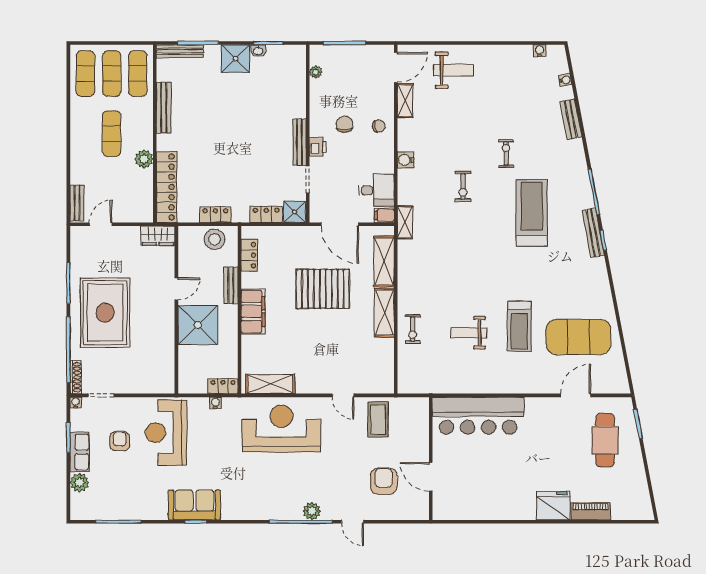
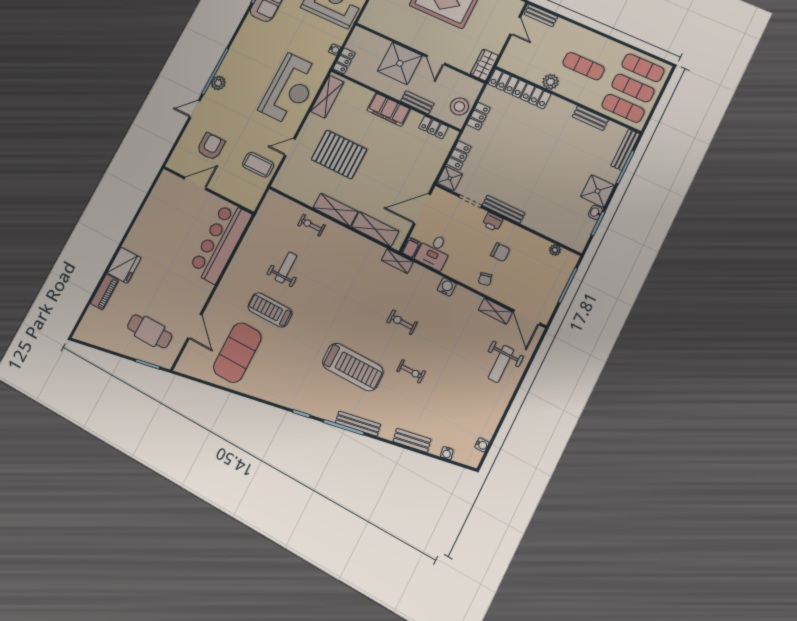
bench: (164, 108) -> (590, 118), width x0.73
bench: (593, 233) -> (358, 424), moved
pallet: (323, 289) -> (339, 154), moved, turned 90
armchair: (384, 481) -> (211, 147), turned -90

